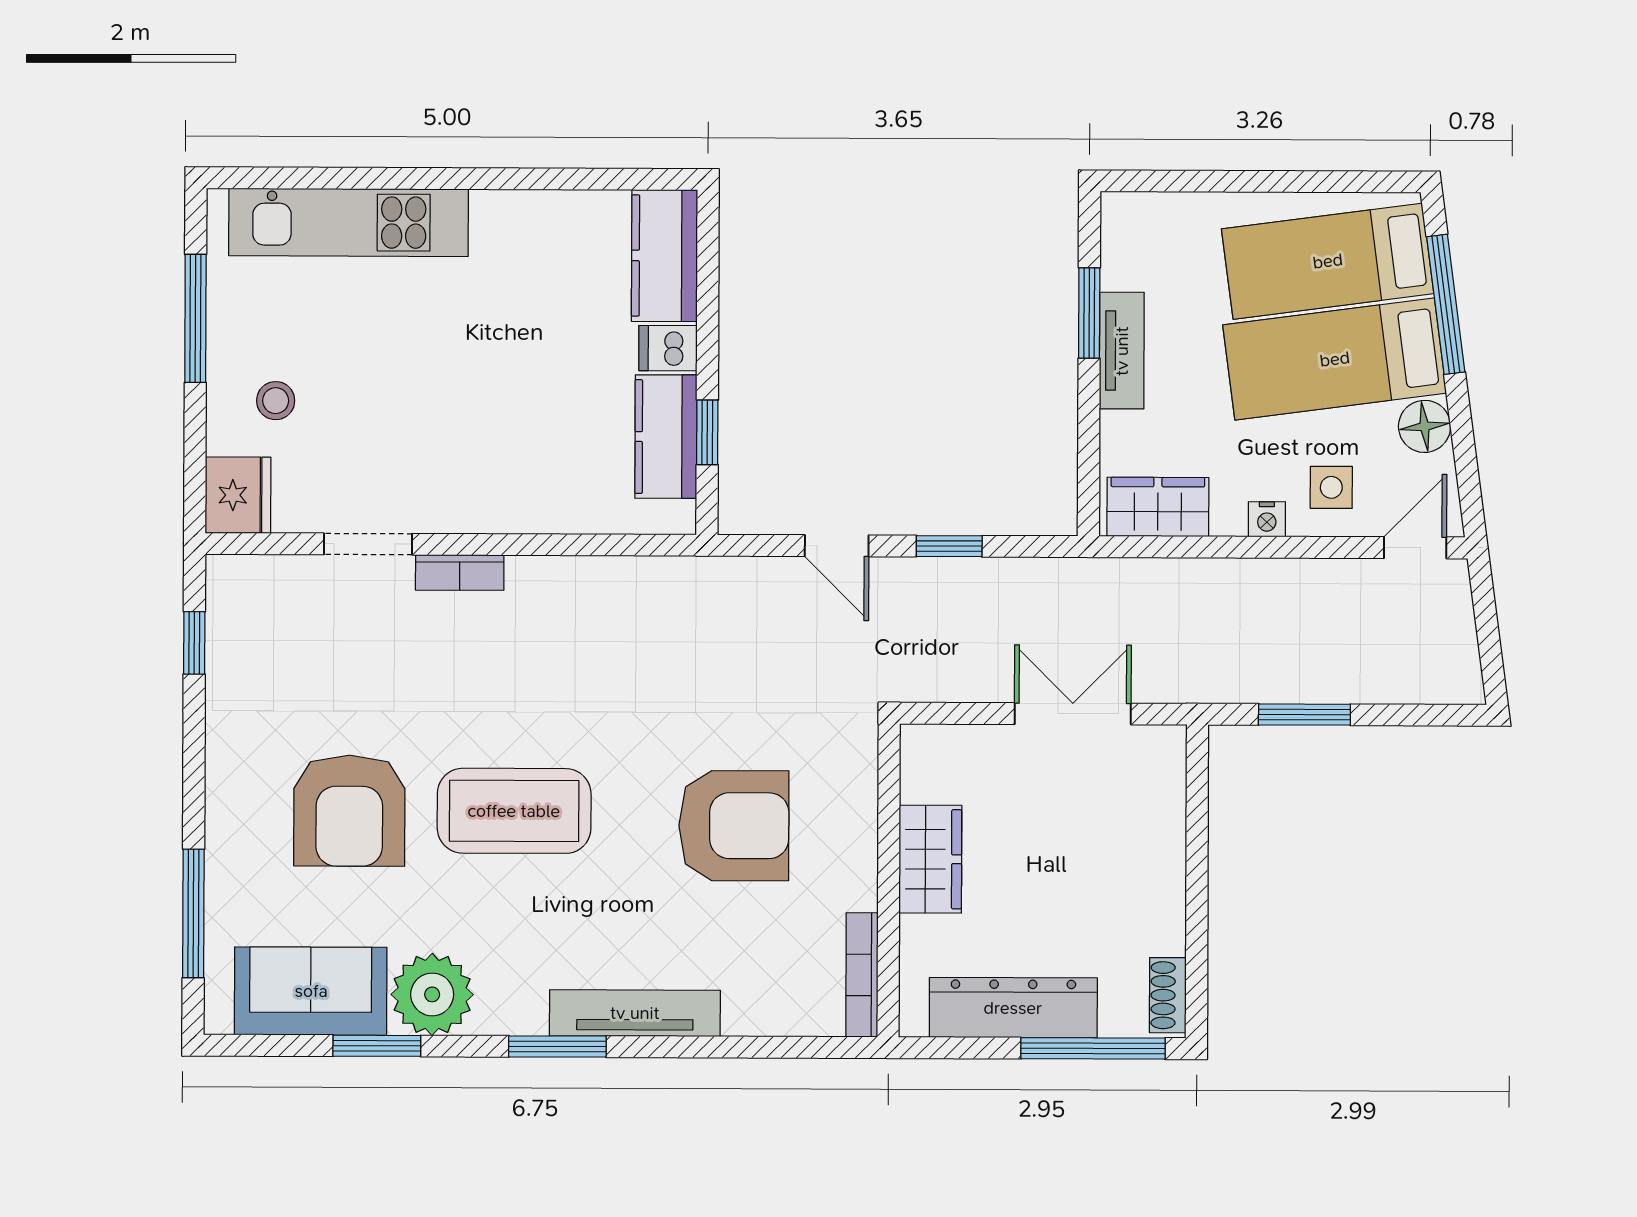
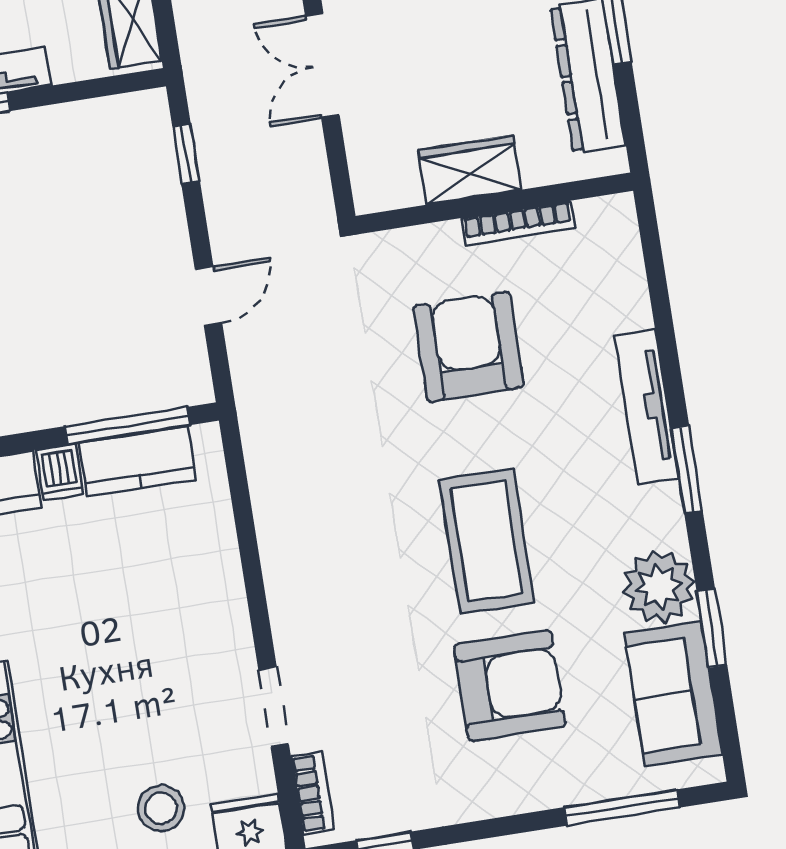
stool: (276, 401) -> (161, 808), width x1.37, depth x1.37
window: (707, 432) -> (128, 426), width x2.17
window: (949, 546) -> (186, 154), moved
bookcase: (460, 573) -> (313, 793), moved
bookcase: (862, 975) -> (518, 223), moved

